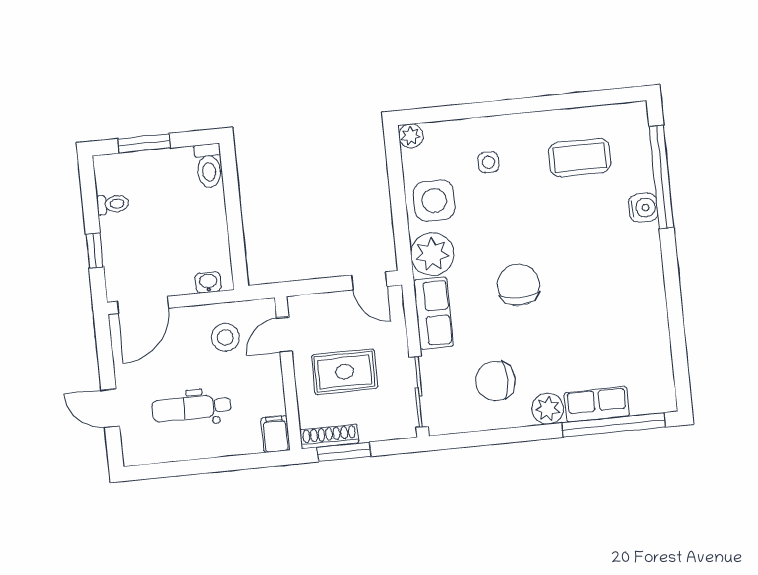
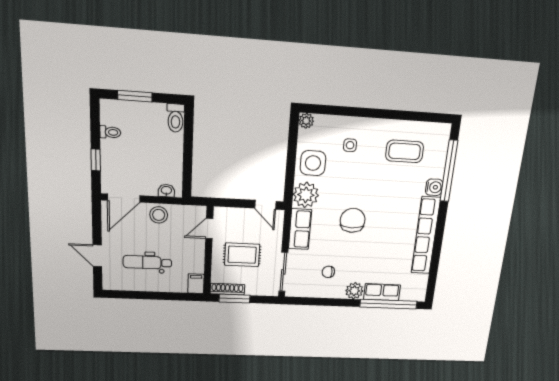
row of seats: (650, 292) -> (426, 236), added
stool: (225, 337) -> (159, 215), moved
chair: (496, 381) -> (328, 272), width x0.54, depth x0.54

